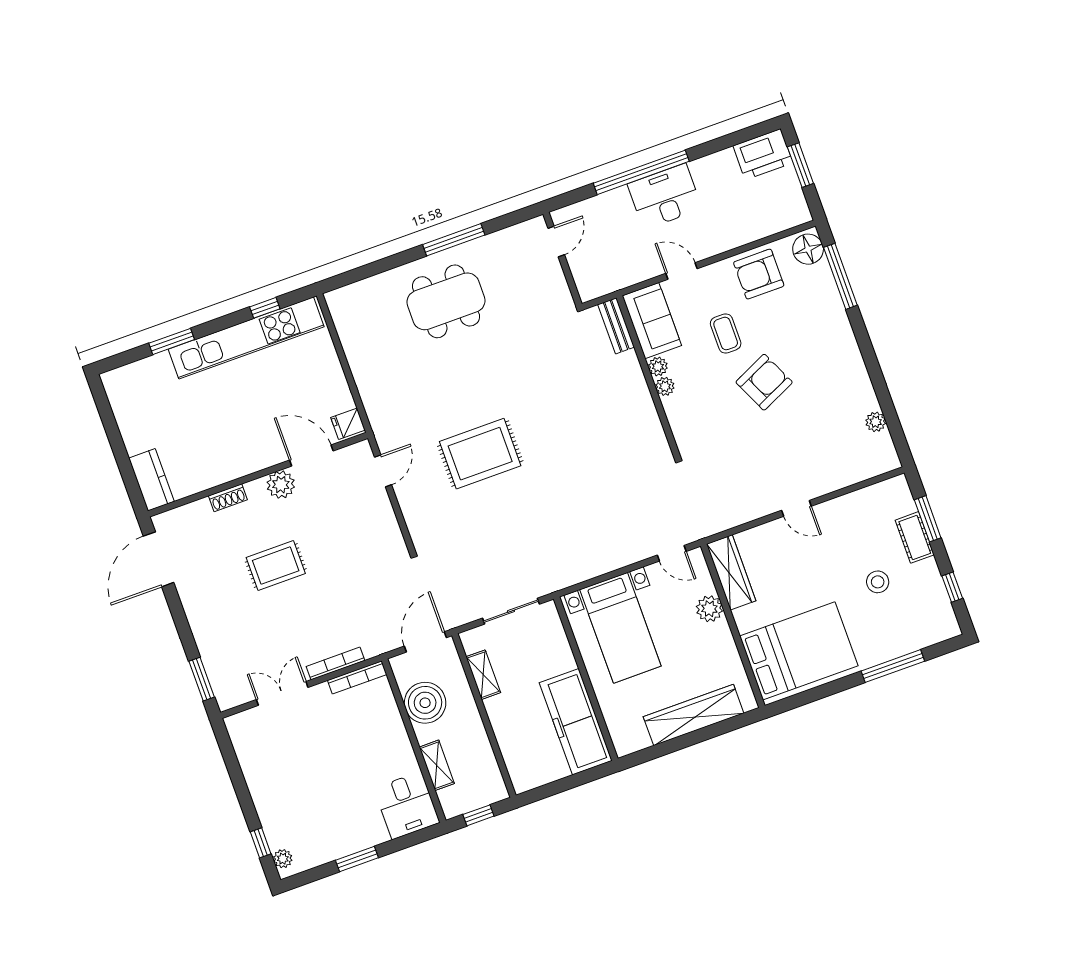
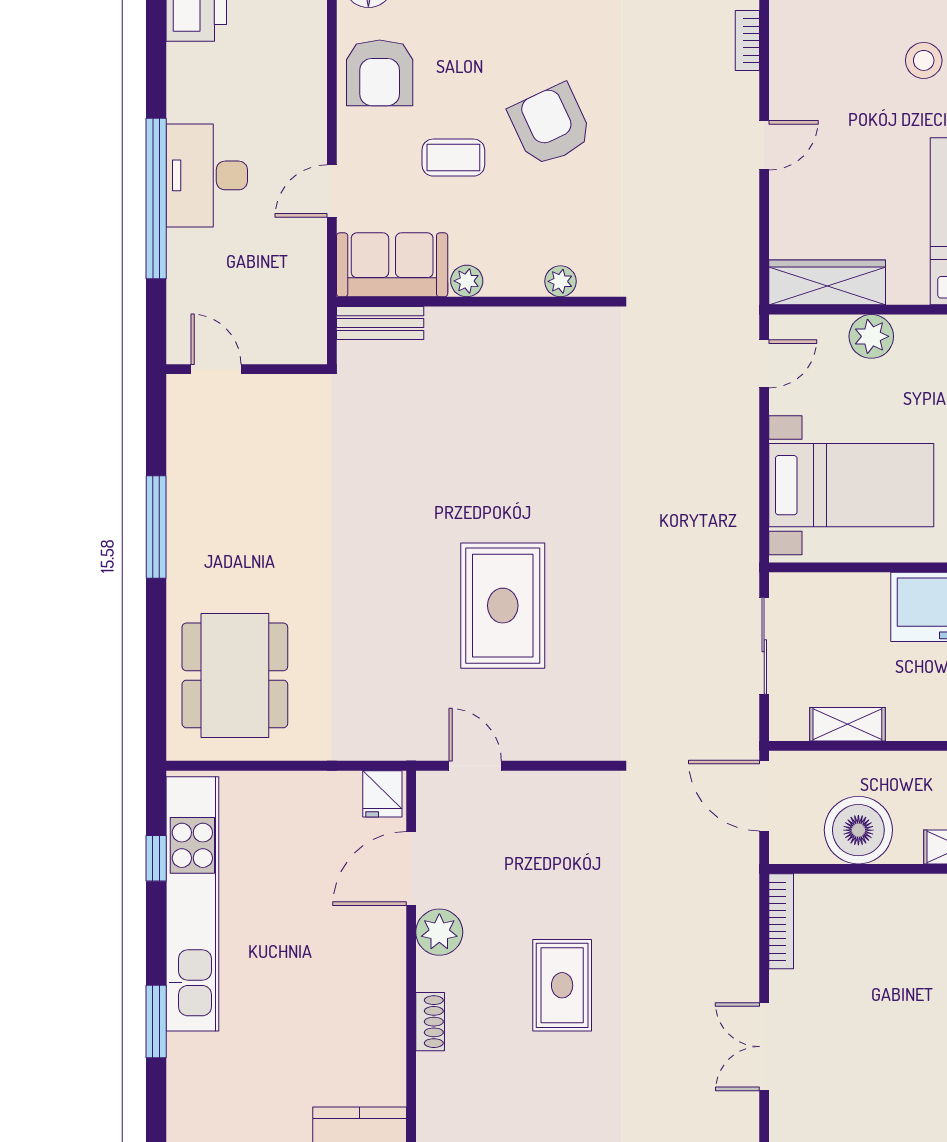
dining table: (446, 301) -> (235, 675), moved
plant: (665, 386) -> (560, 281), moved
bookcase: (335, 663) -> (747, 41), moved, width x0.64

